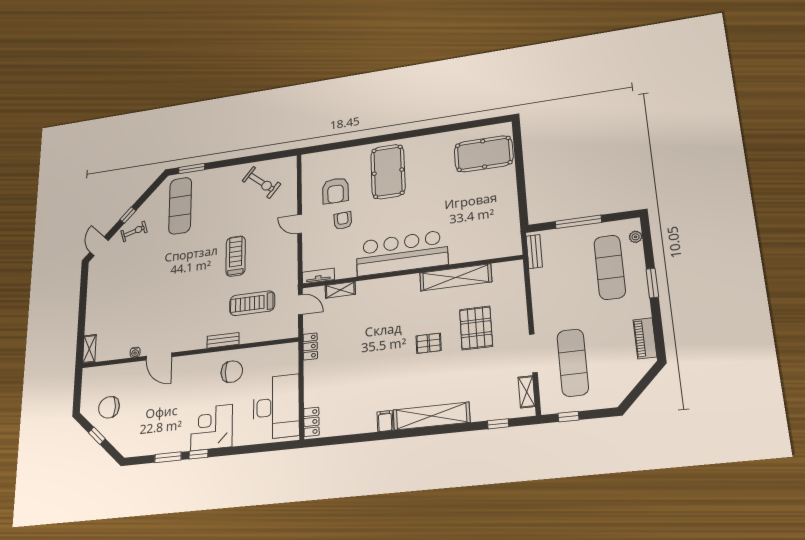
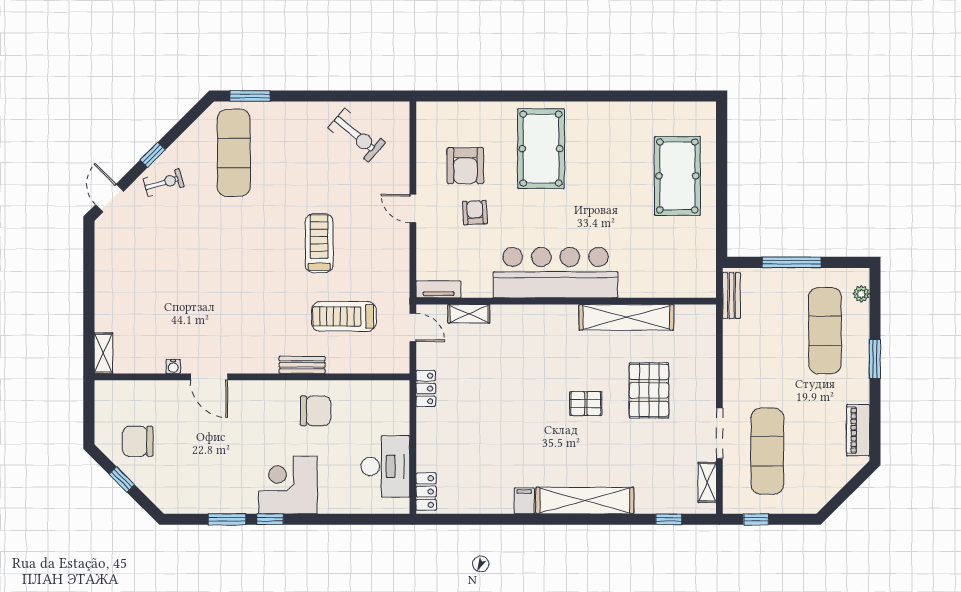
pool table: (484, 154) -> (677, 176), moved, turned 90
desk: (276, 407) -> (385, 466), width x0.73, depth x0.77

